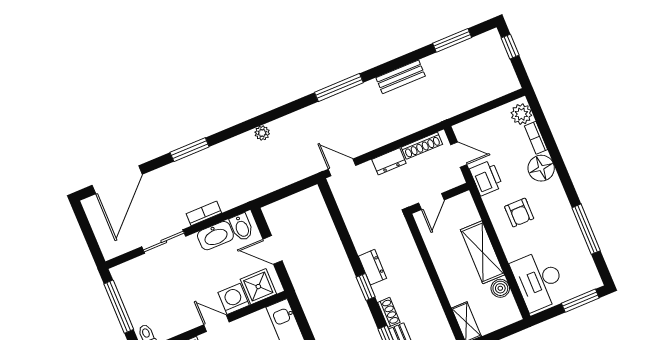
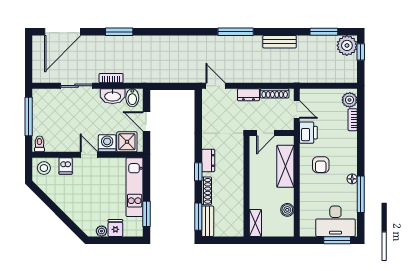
plant: (262, 133) -> (347, 45), moved, width x1.88, depth x1.88
floor lamp: (541, 168) -> (352, 179), moved, width x0.53, depth x0.53
shelving: (482, 252) -> (285, 166), moved
desk: (539, 280) -> (335, 221), moved, turned -90
shoe rack: (389, 312) -> (207, 191), width x1.43

